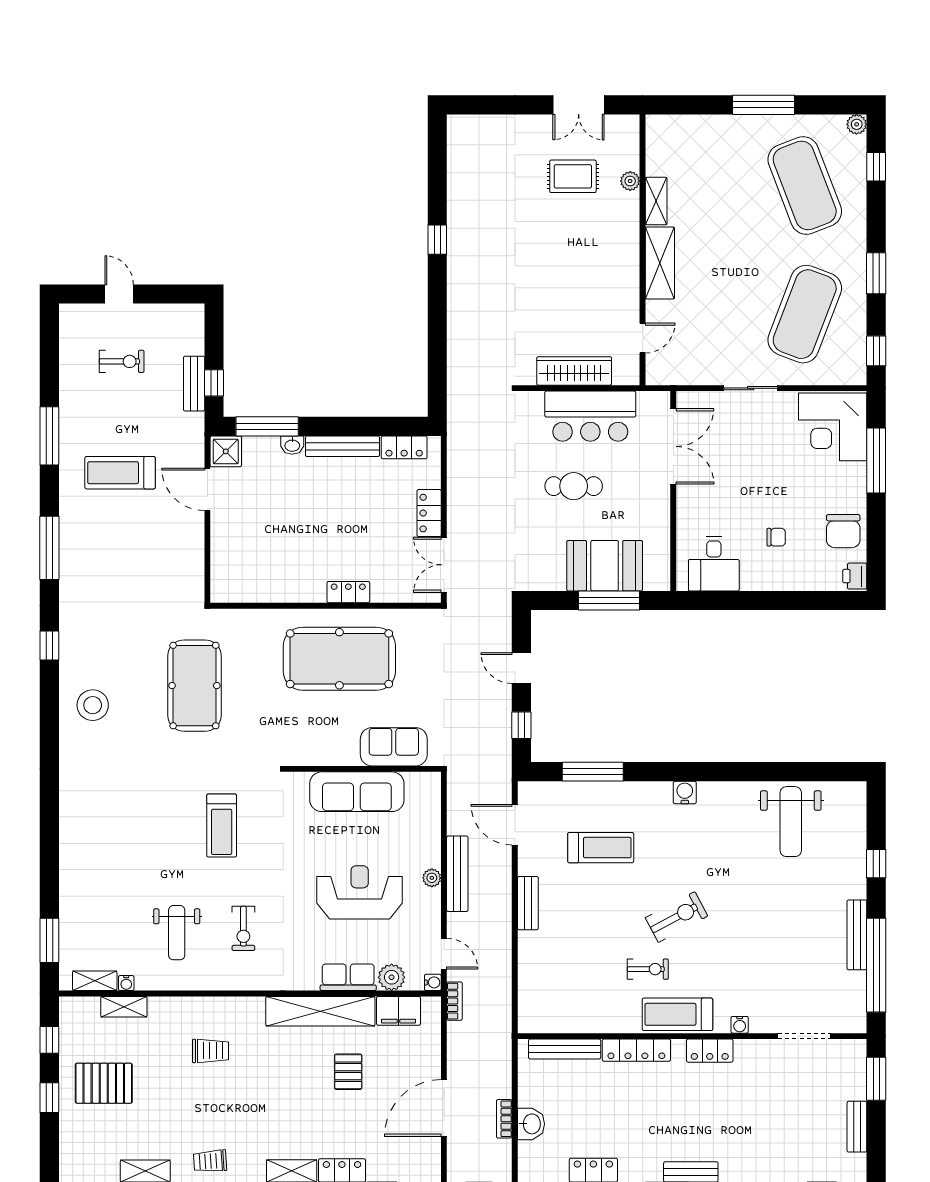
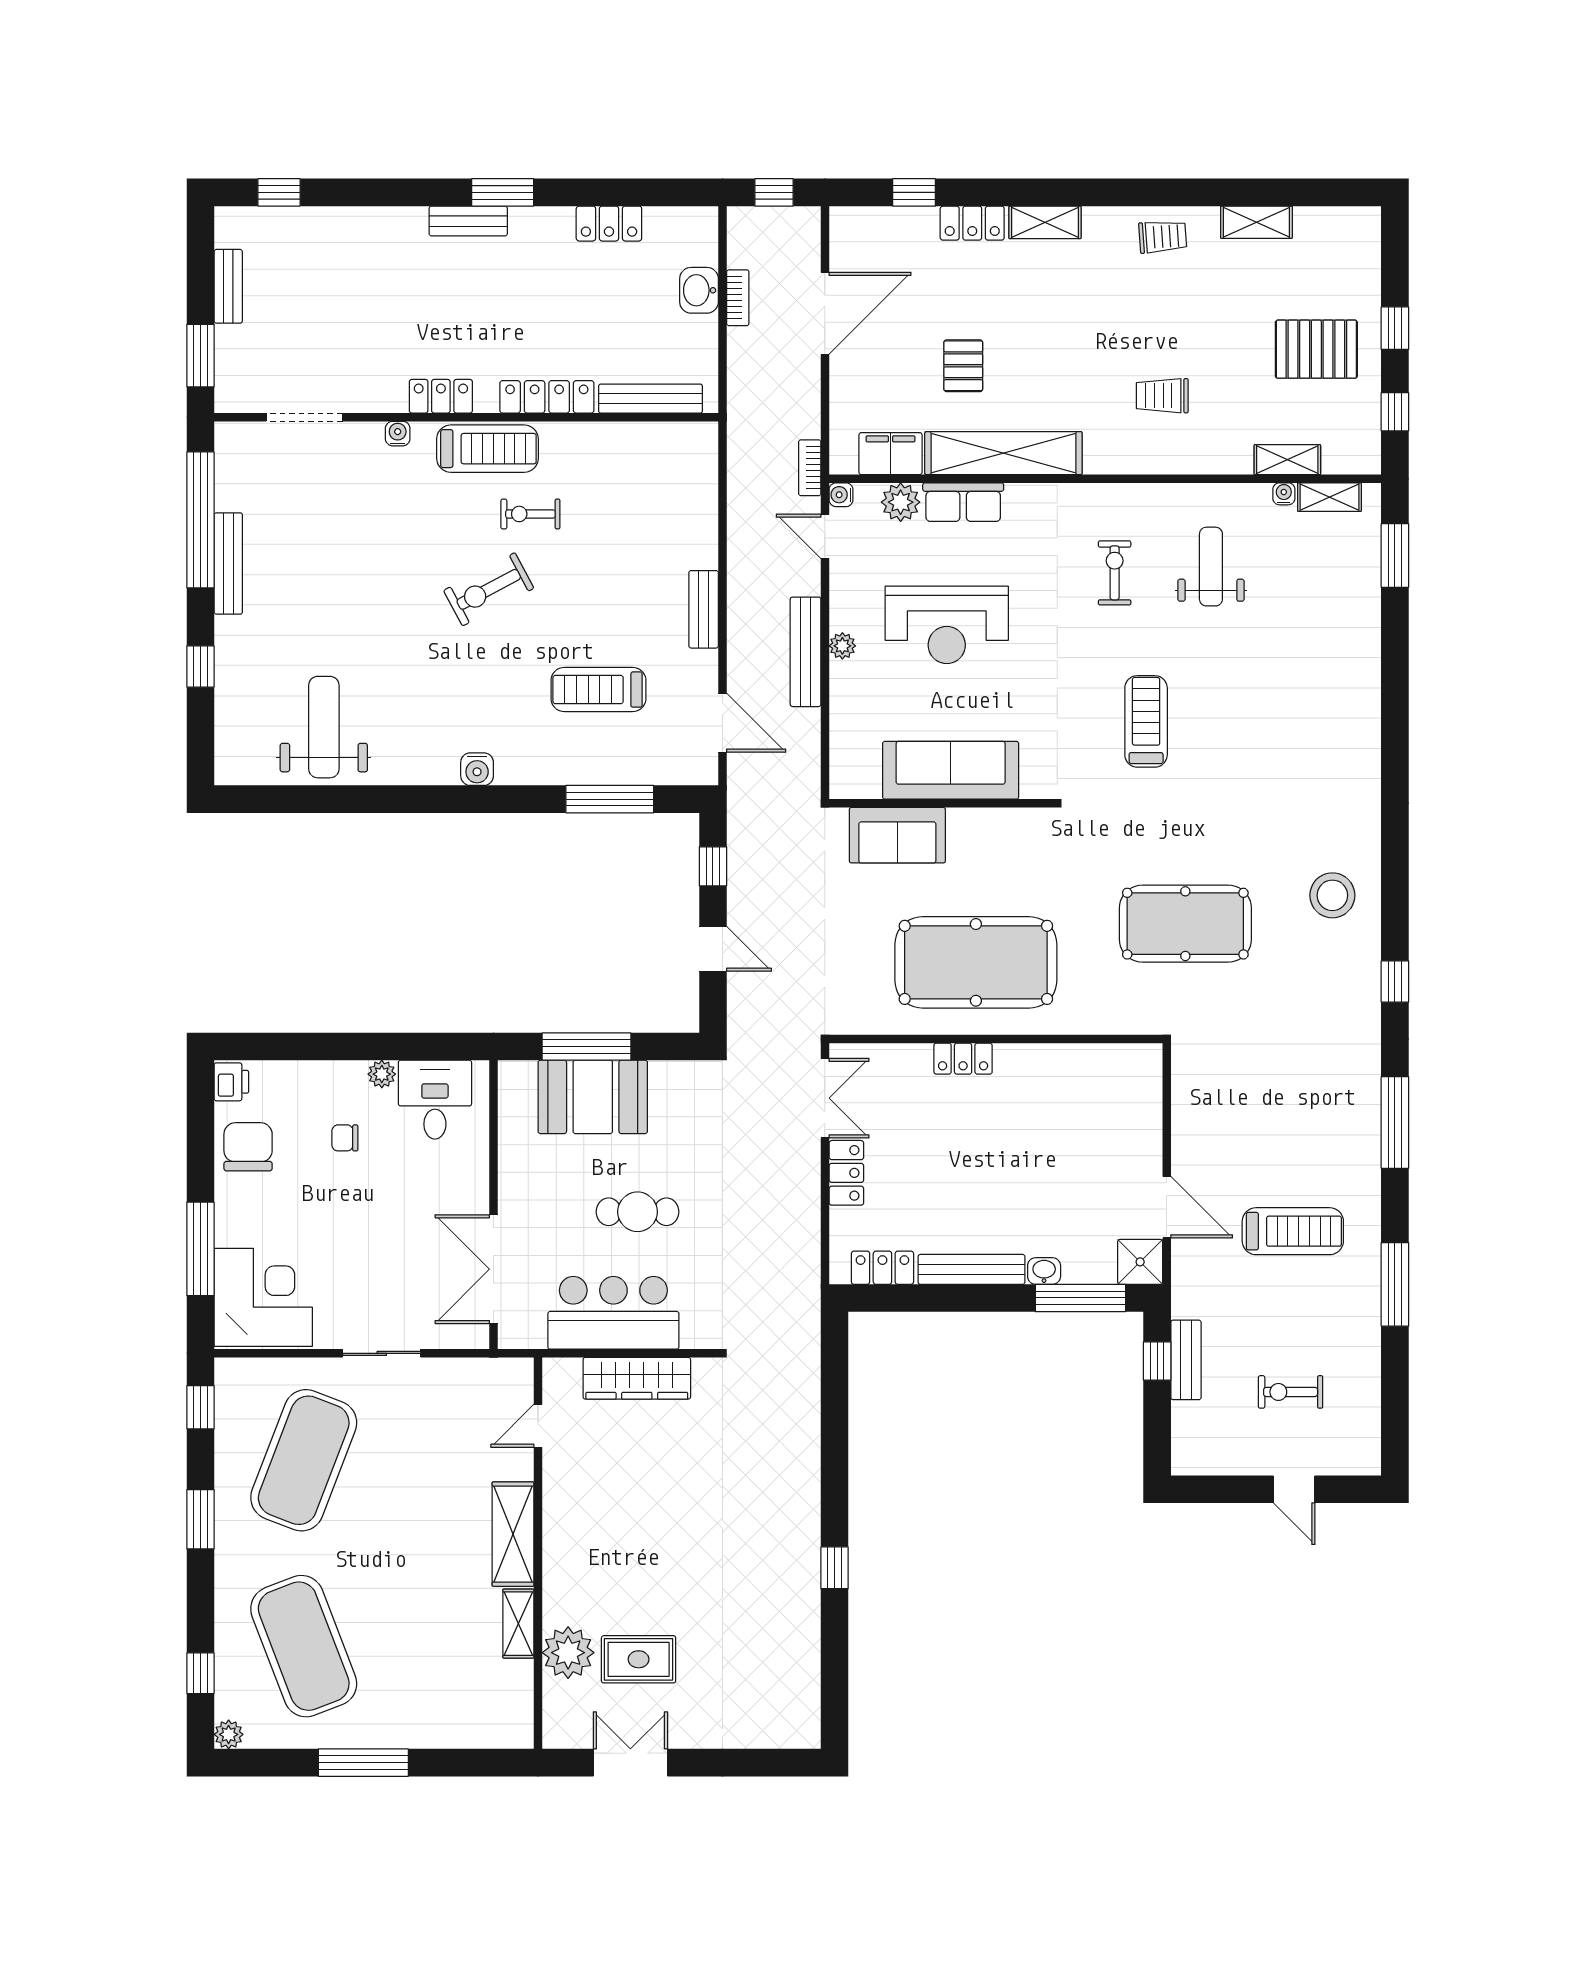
plant: (630, 181) -> (568, 1653), width x1.88, depth x1.88
plant: (751, 581) -> (382, 1074), added
pool table: (194, 686) -> (1185, 924), turned 90

